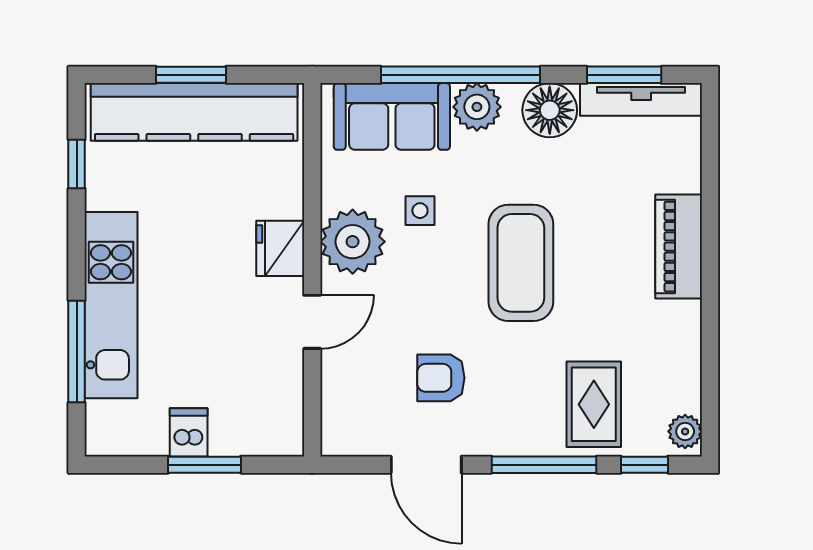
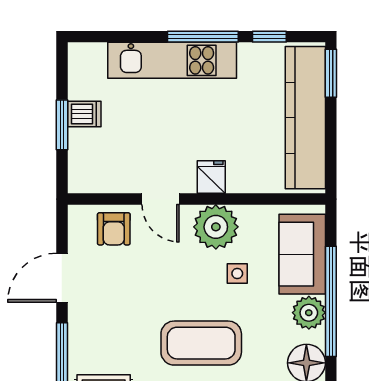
window: (191, 75) -> (331, 73), moved
fridge: (280, 248) -> (211, 177), width x0.72
window: (77, 351) -> (203, 37), moved
armchair: (441, 378) -> (114, 229), moved, turned 180

